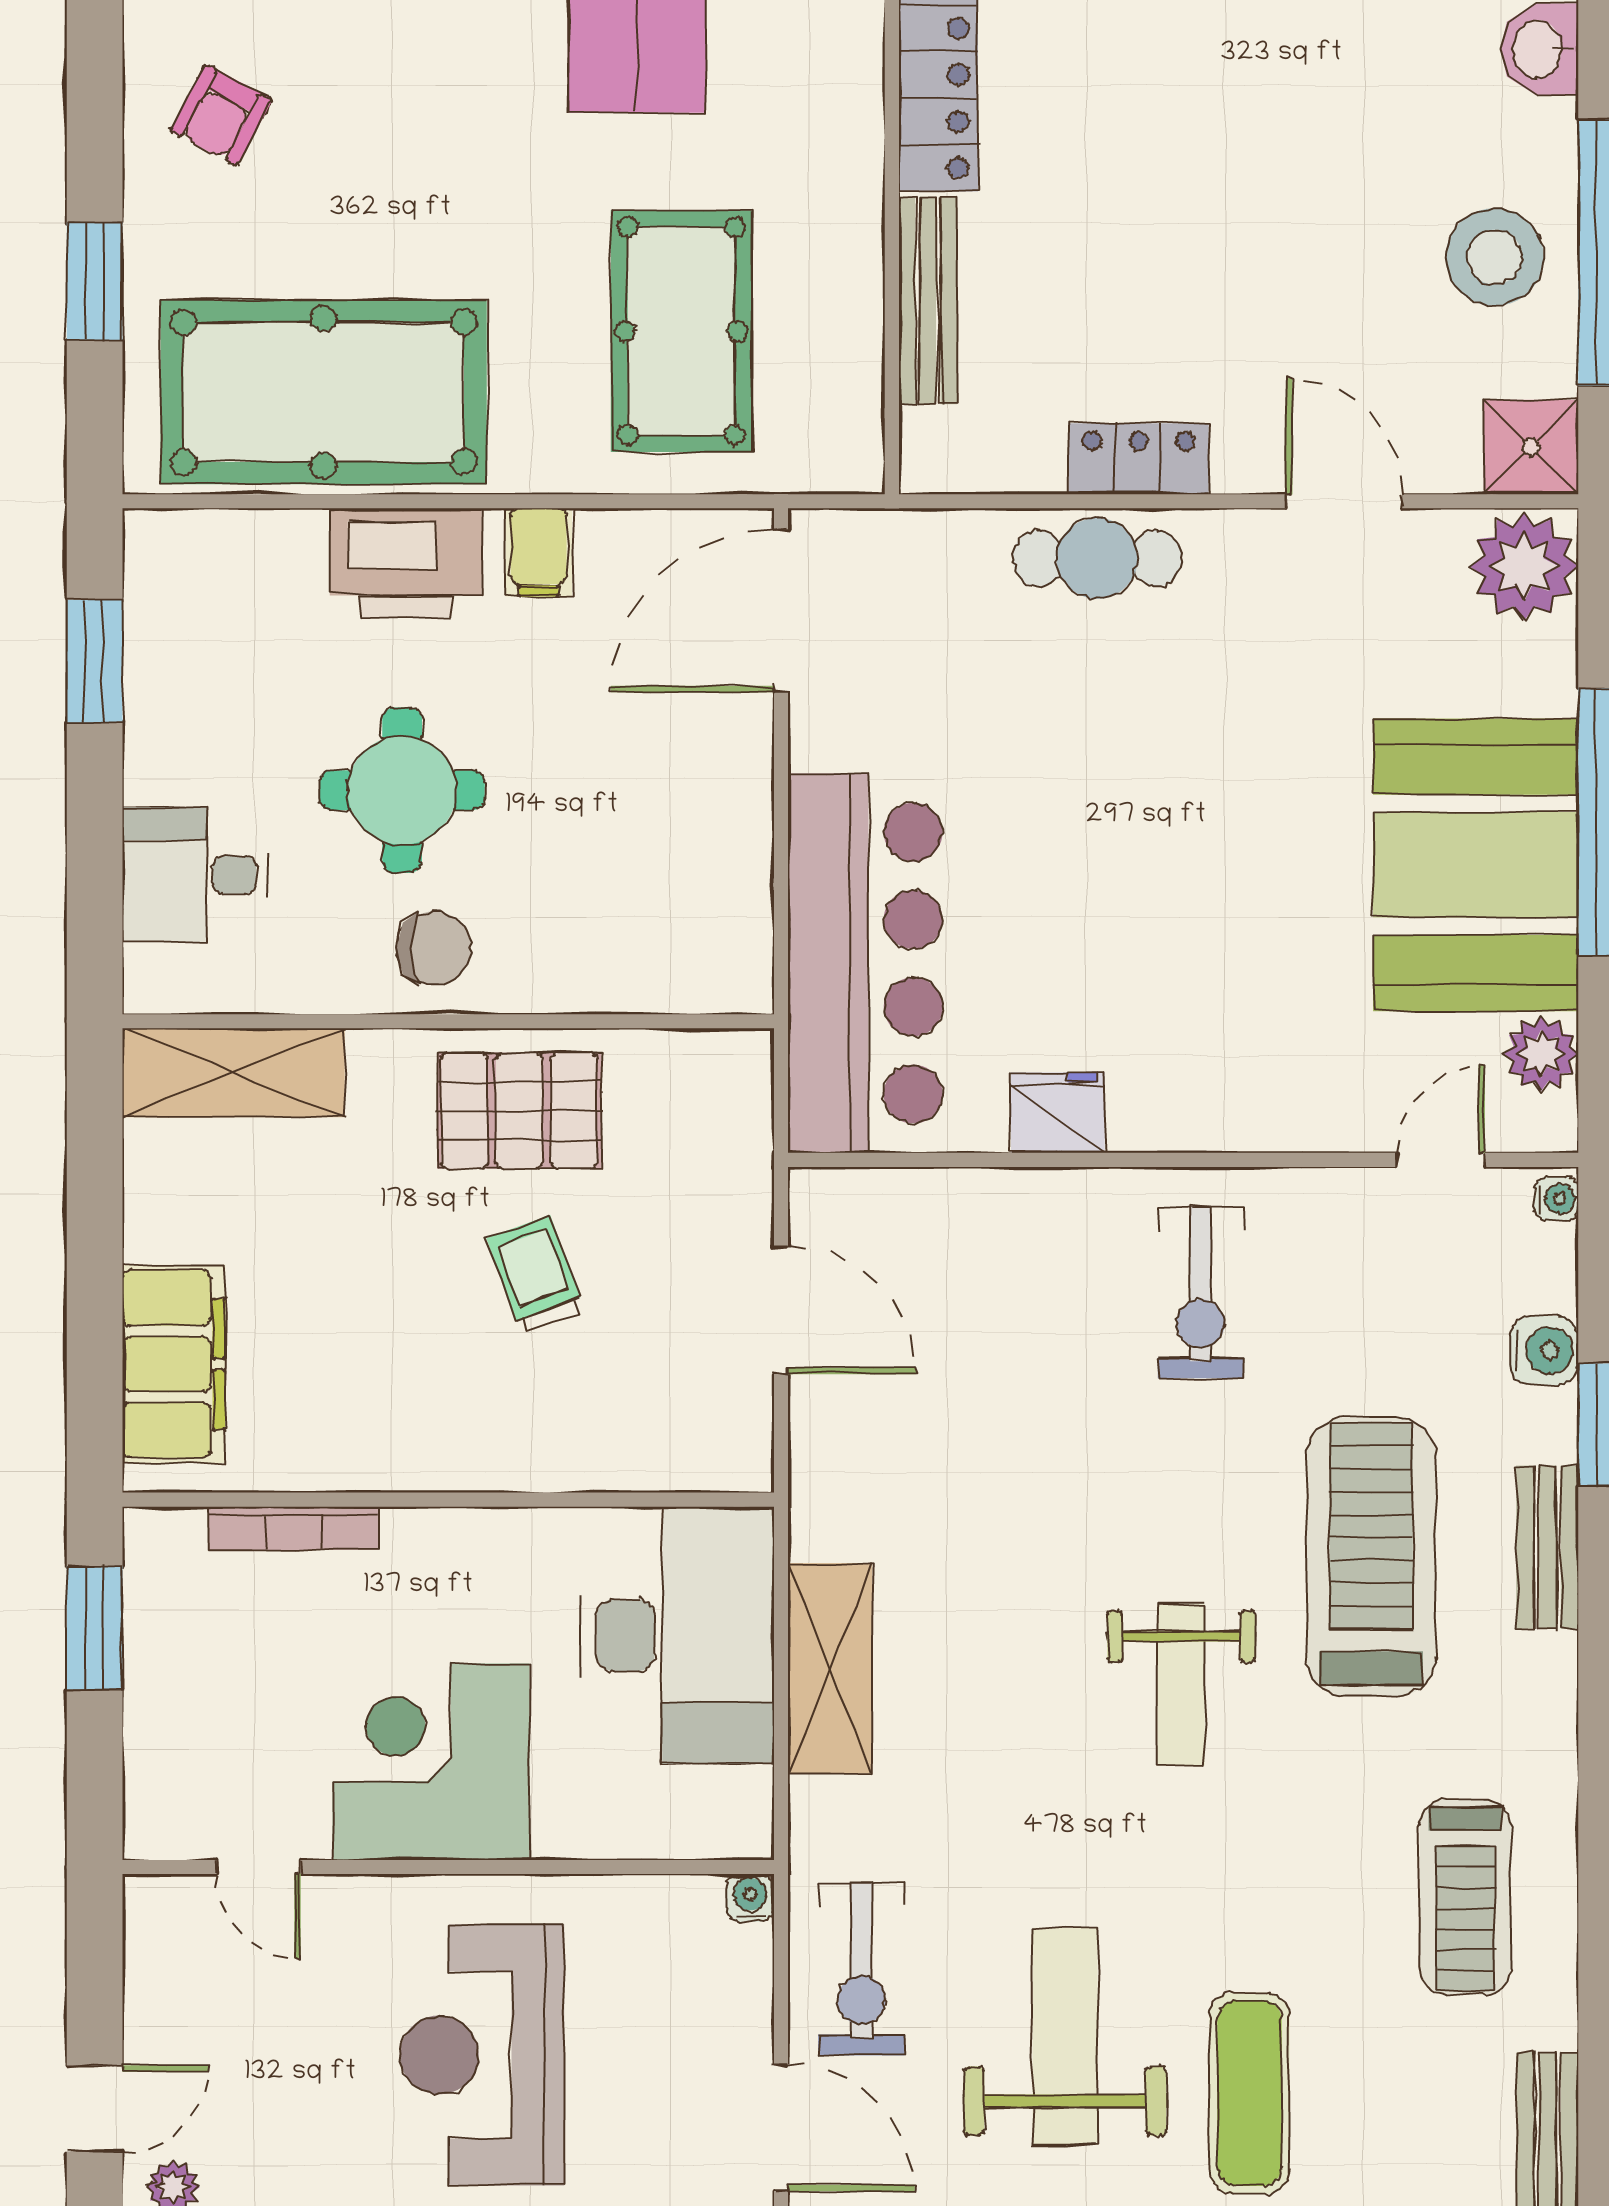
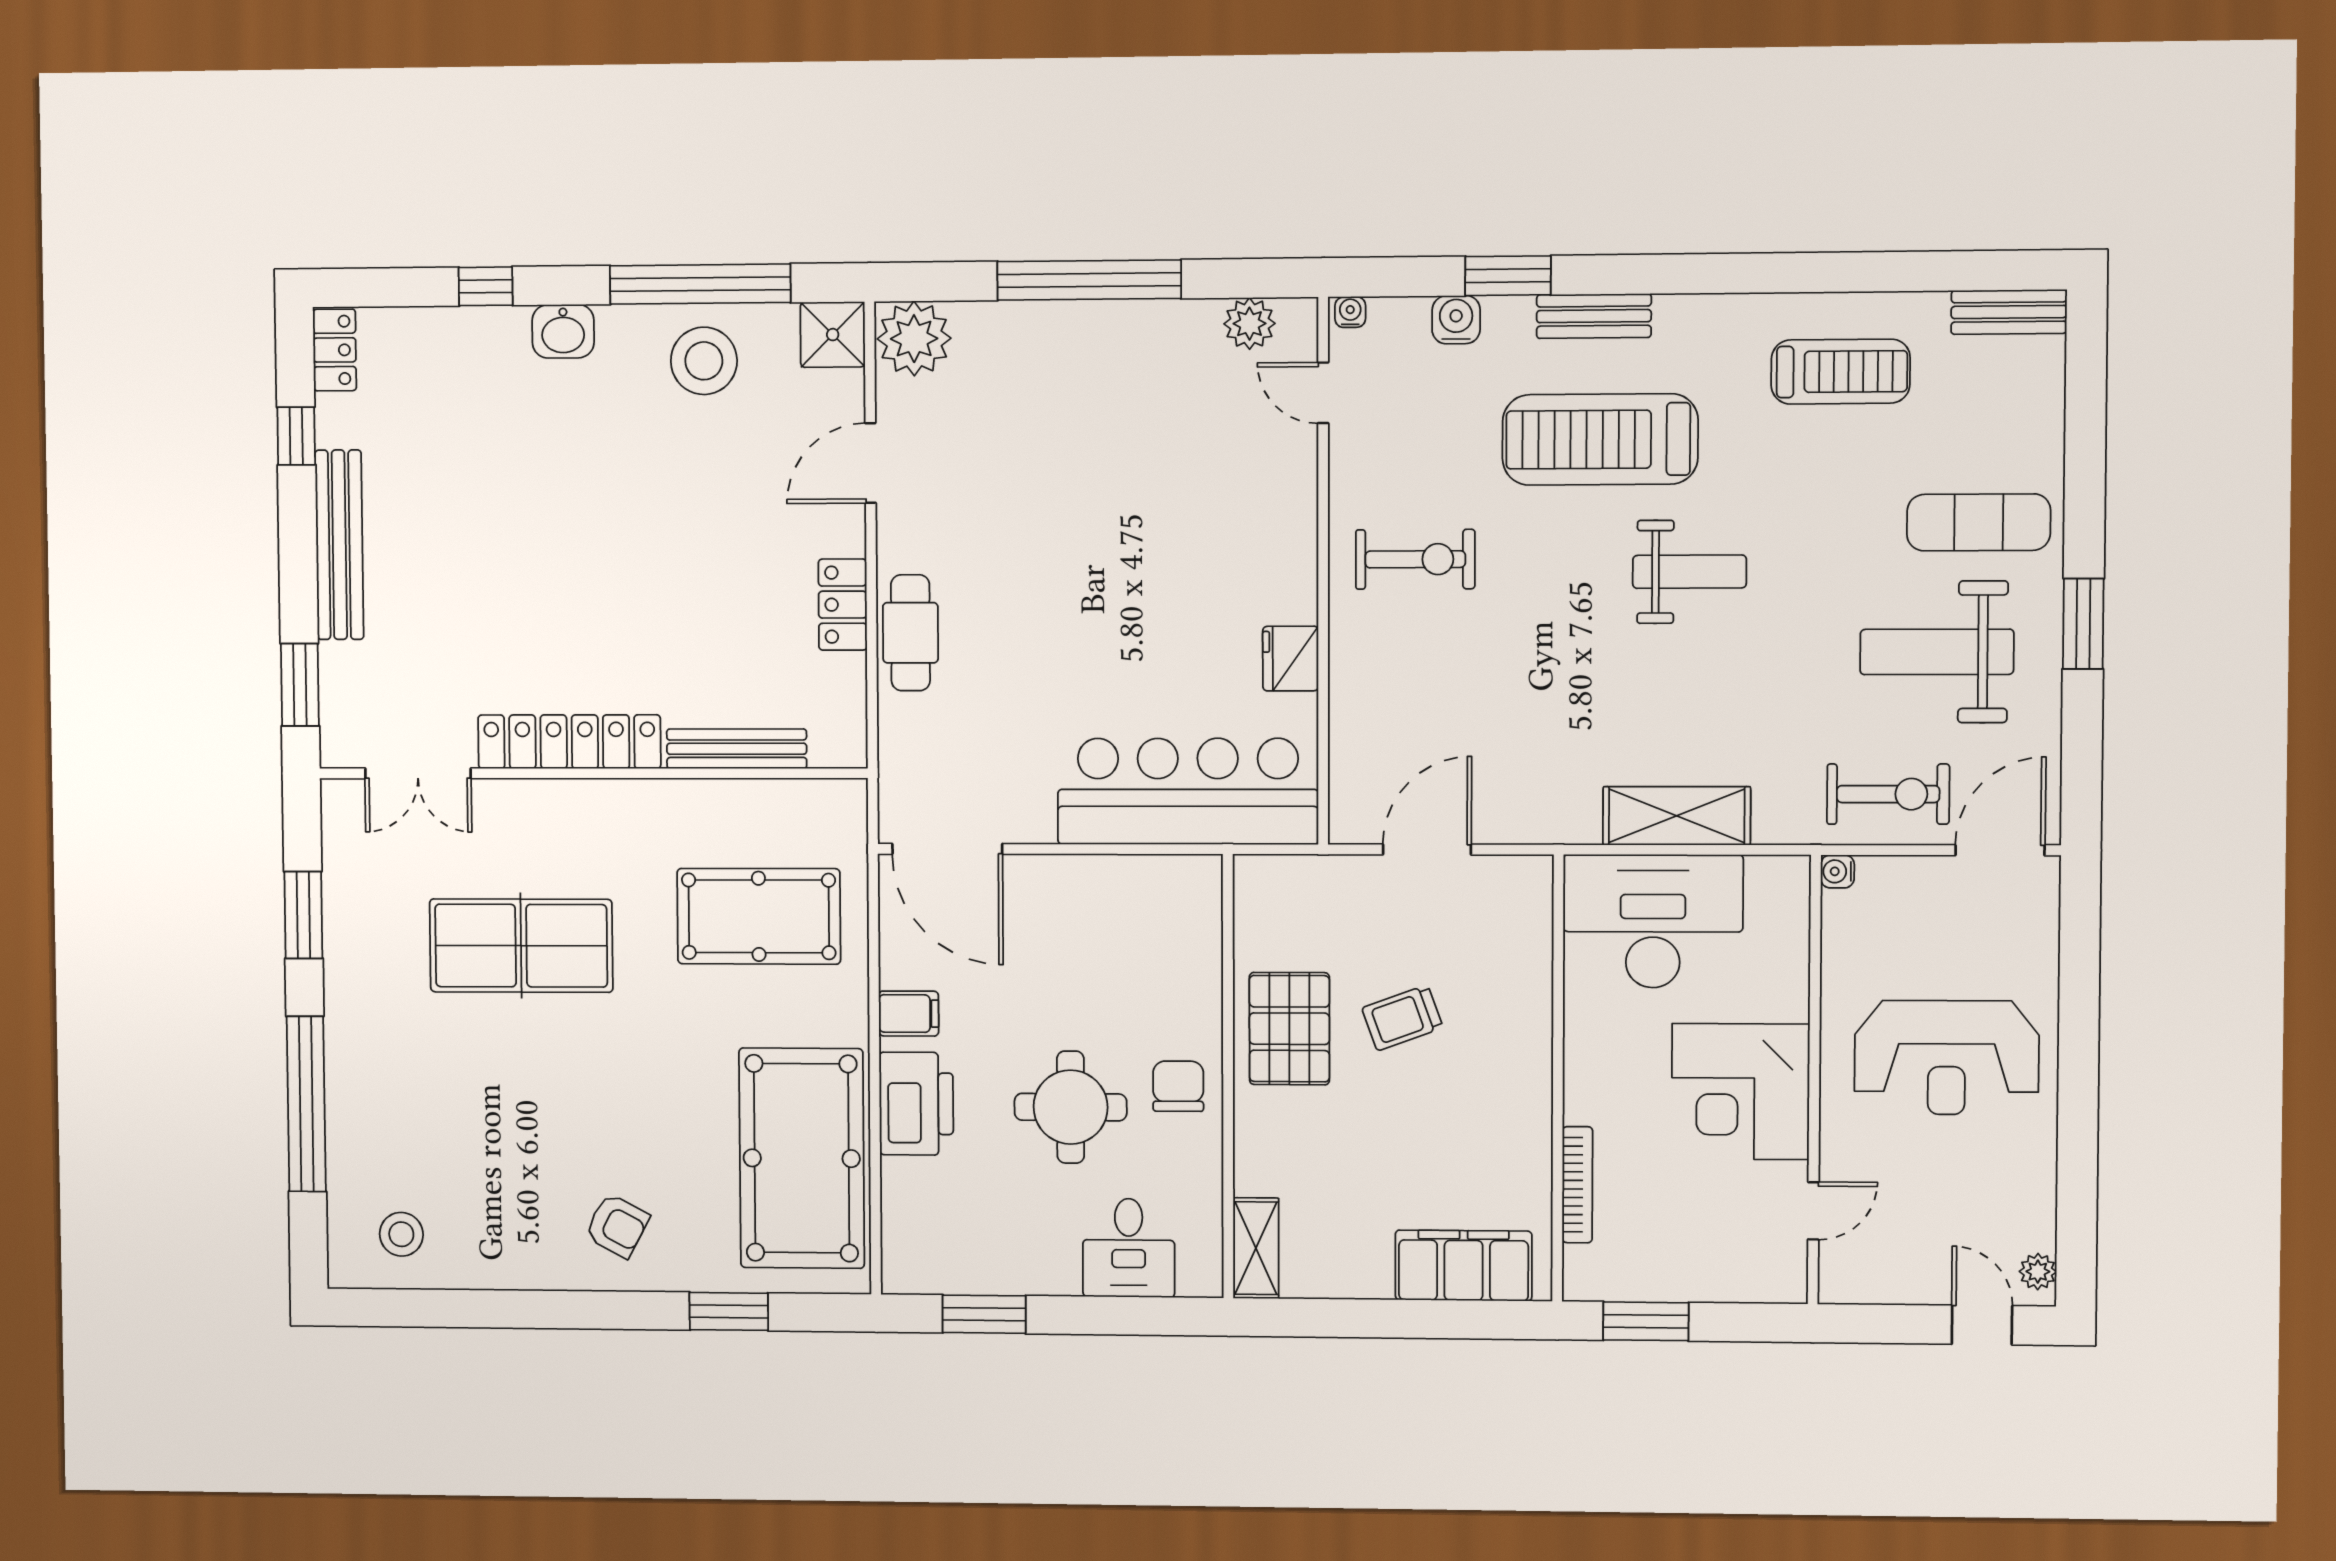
booth: (1476, 865) -> (1119, 370), removed
shelving: (233, 1073) -> (1256, 1248), width x0.67, depth x0.75

